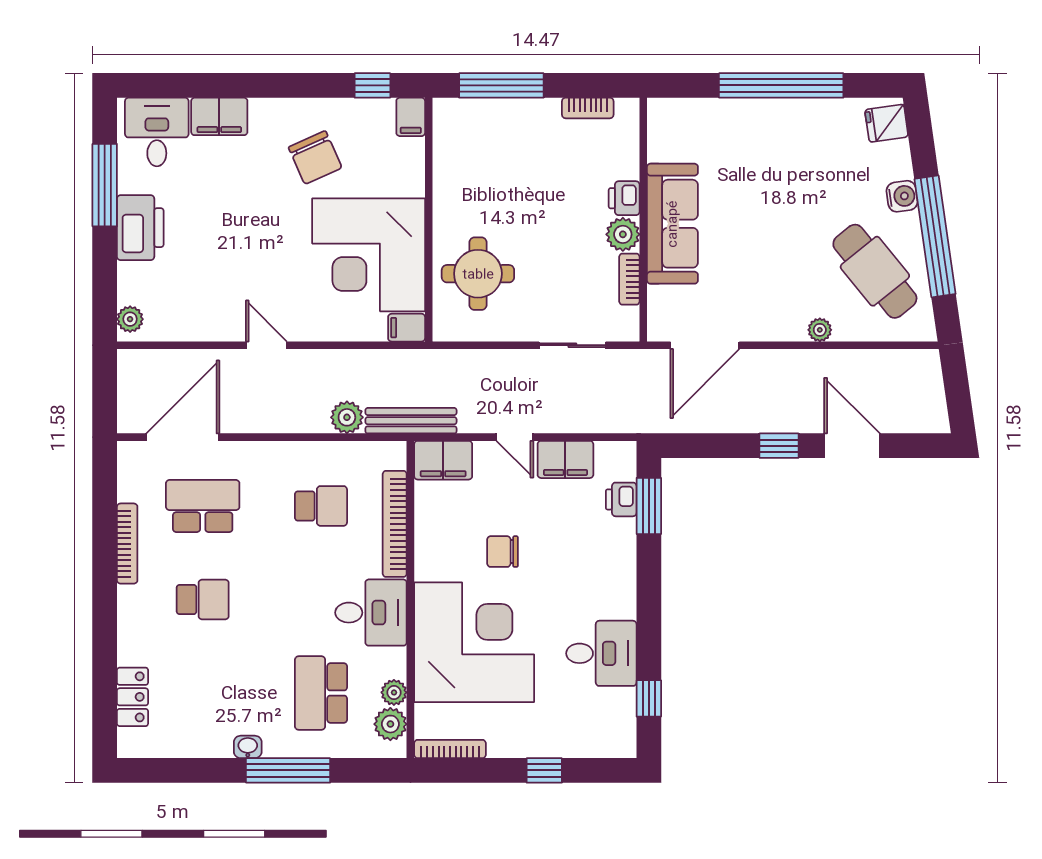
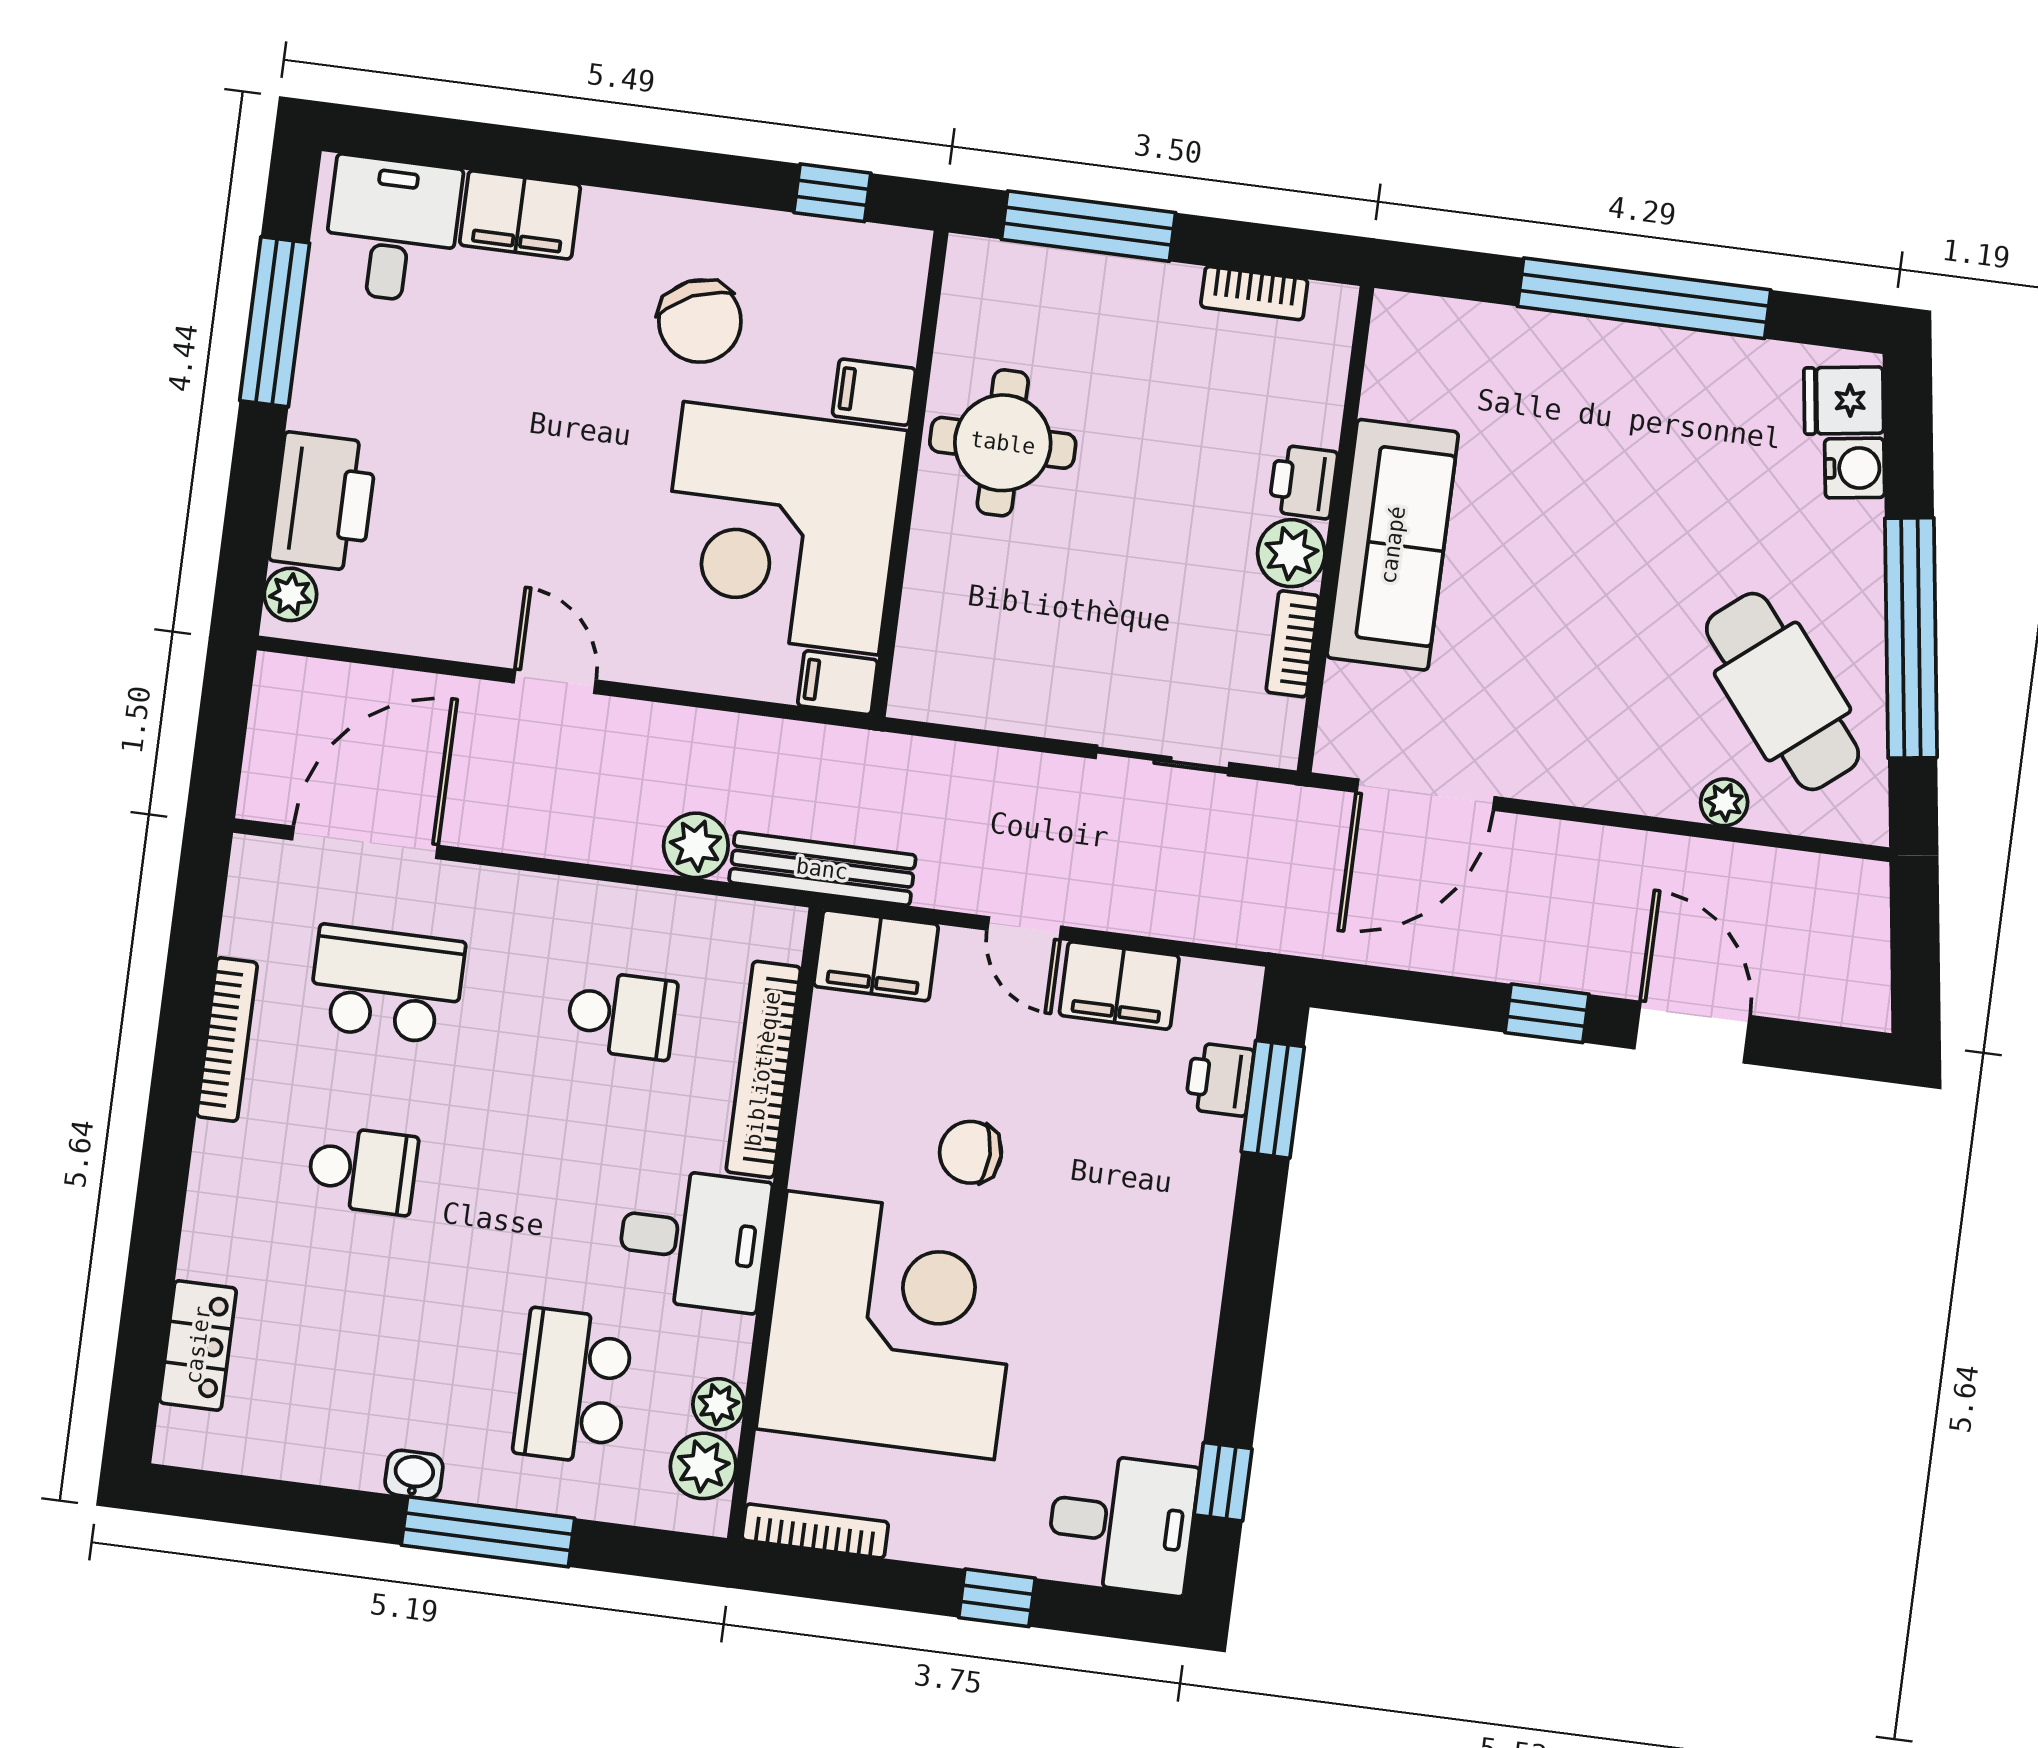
filing cabinet: (411, 117) -> (874, 392), moved, turned 90
water cooler: (902, 196) -> (1855, 468), moved
printer: (140, 228) -> (323, 502), moved
round table: (478, 274) -> (1003, 443), moved
plant: (820, 330) -> (1724, 802), moved
desk: (601, 653) -> (1122, 1523), moved

